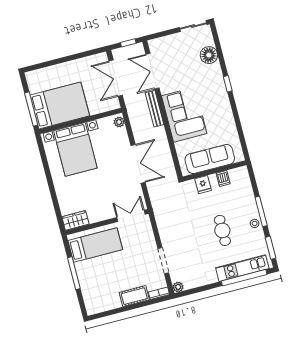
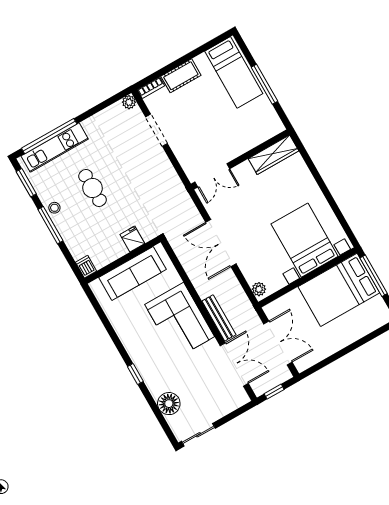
dishwasher: (223, 179) -> (86, 267), moved
wardrobe: (75, 220) -> (273, 155), width x1.50
bed: (95, 245) -> (234, 72), moved, turned -90

